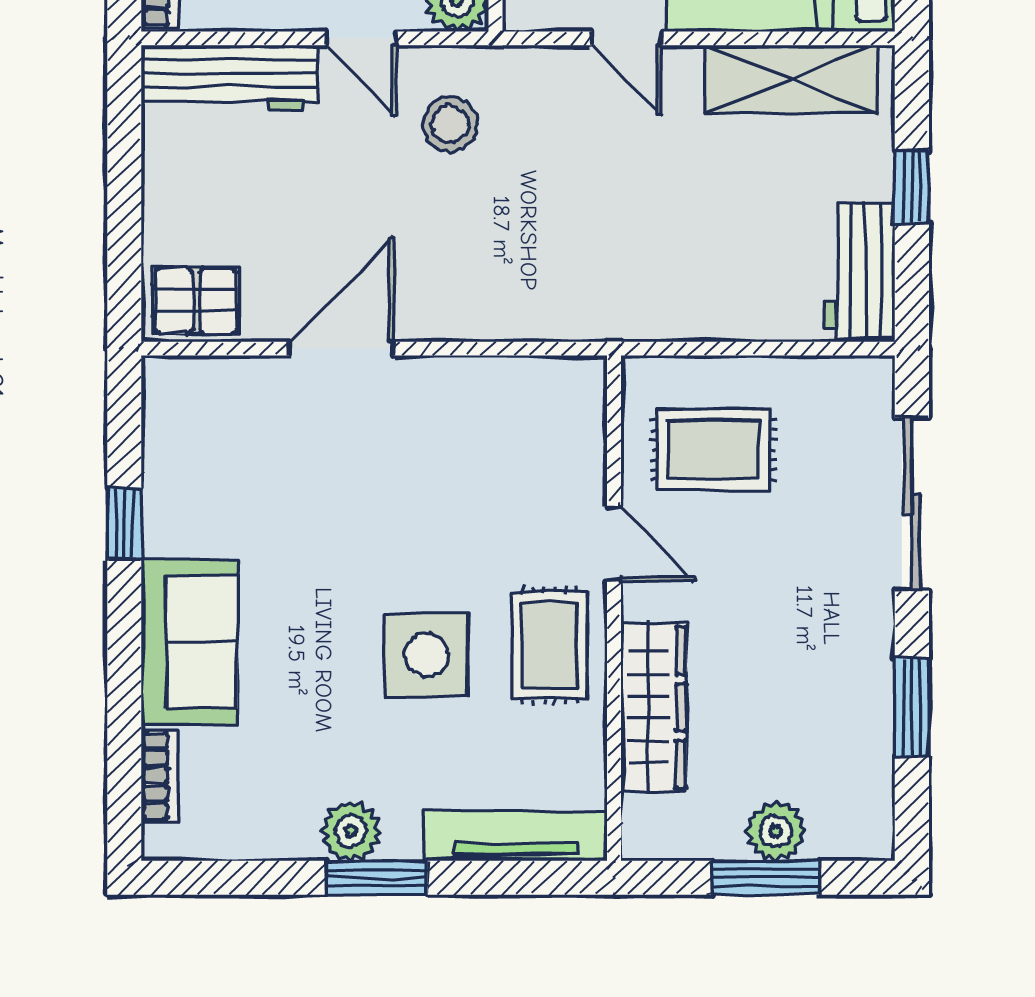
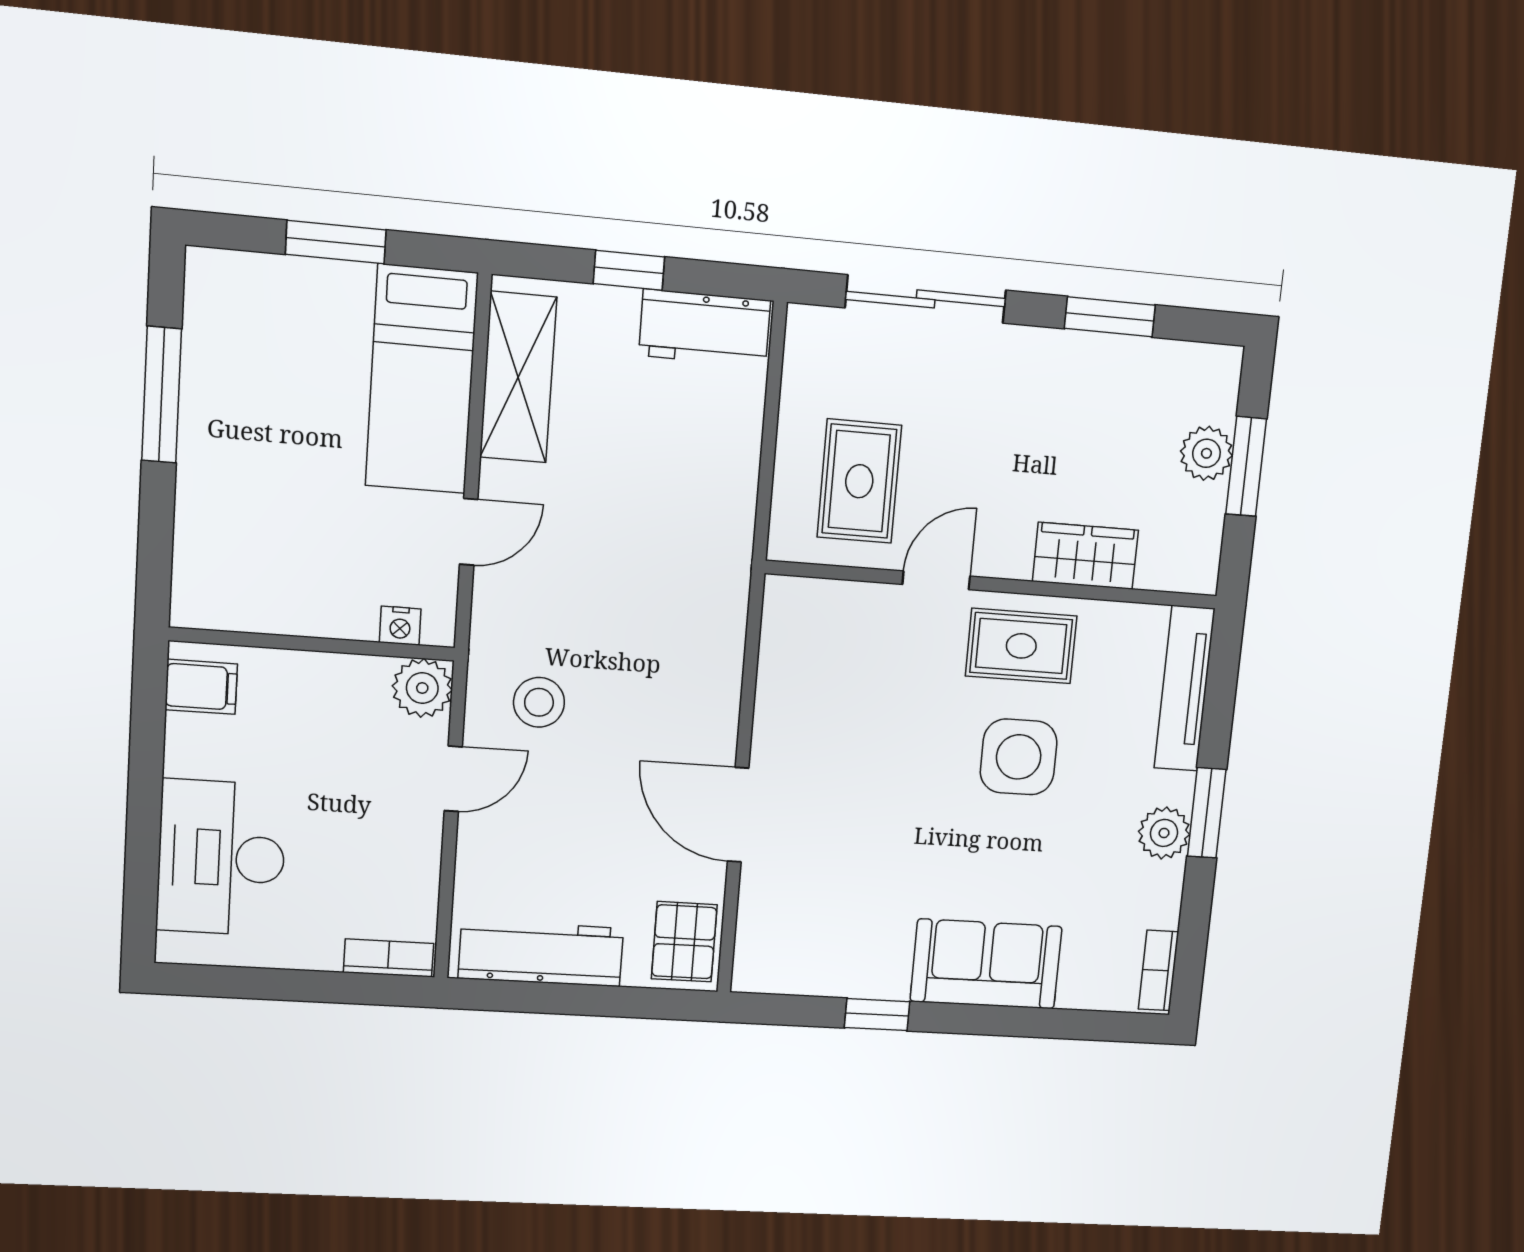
workbench: (229, 78) -> (541, 953), moved, turned -90
wardrobe: (653, 707) -> (1085, 556), width x0.67
bookcase: (160, 776) -> (1159, 970), moved, turned -90

